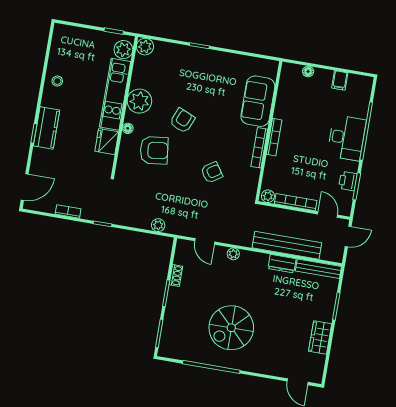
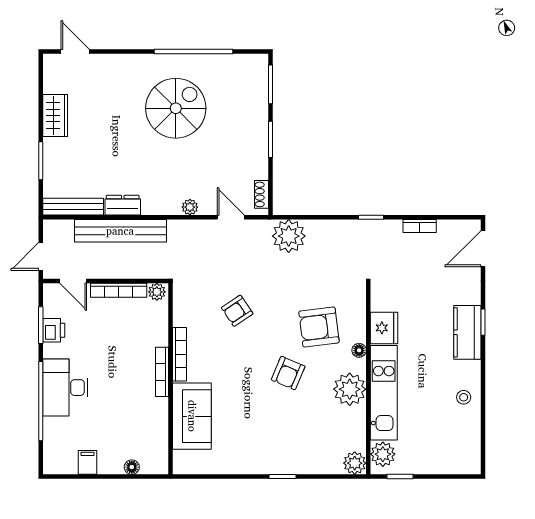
plant: (158, 225) -> (289, 236), width x1.88, depth x1.88
shoe rack: (176, 275) -> (261, 194), moved

